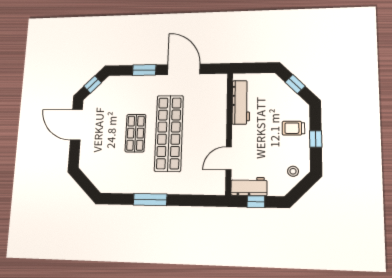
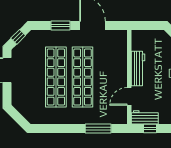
workbench: (241, 102) -> (138, 68), moved
shop shelf: (135, 133) -> (56, 77), width x2.00, depth x1.36
window: (150, 200) -> (98, 129), moved

